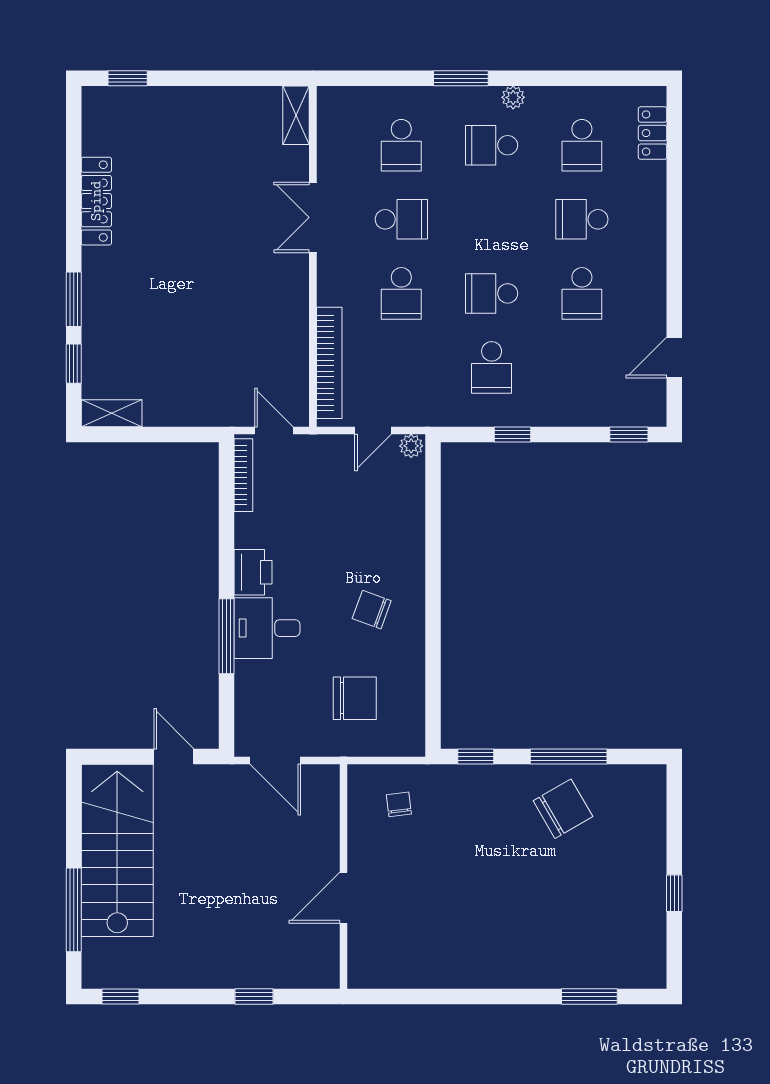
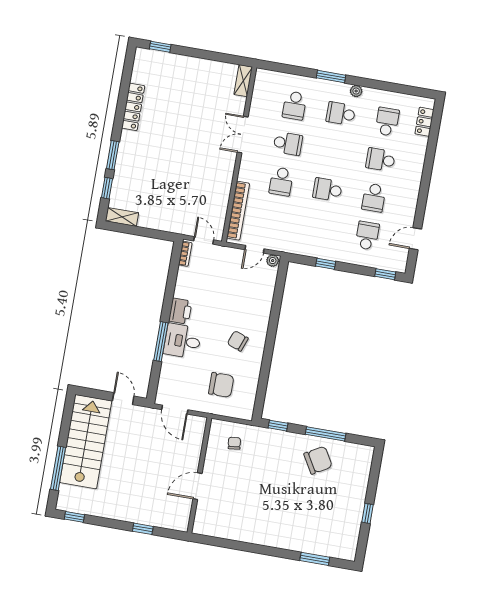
school desk: (582, 145) -> (387, 122), turned 180
school desk: (492, 367) -> (367, 236), moved, turned 180
bookcase: (243, 475) -> (185, 254), width x0.64

